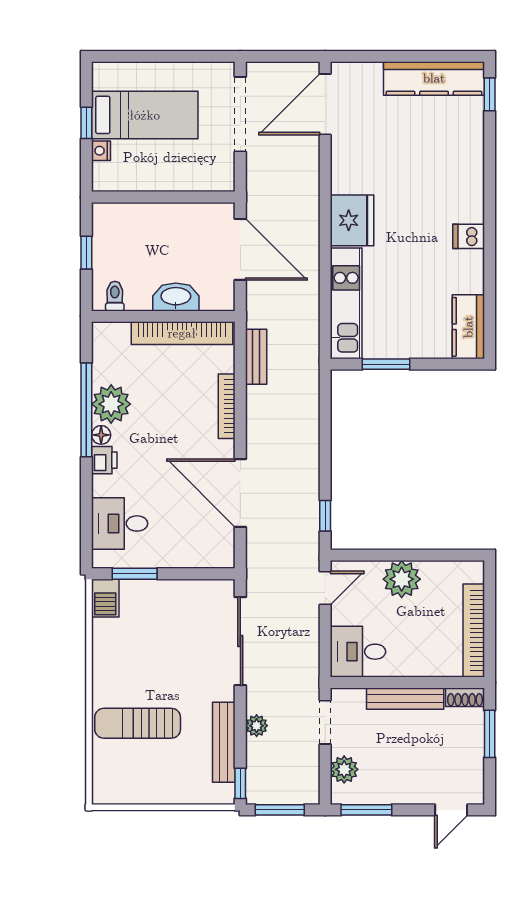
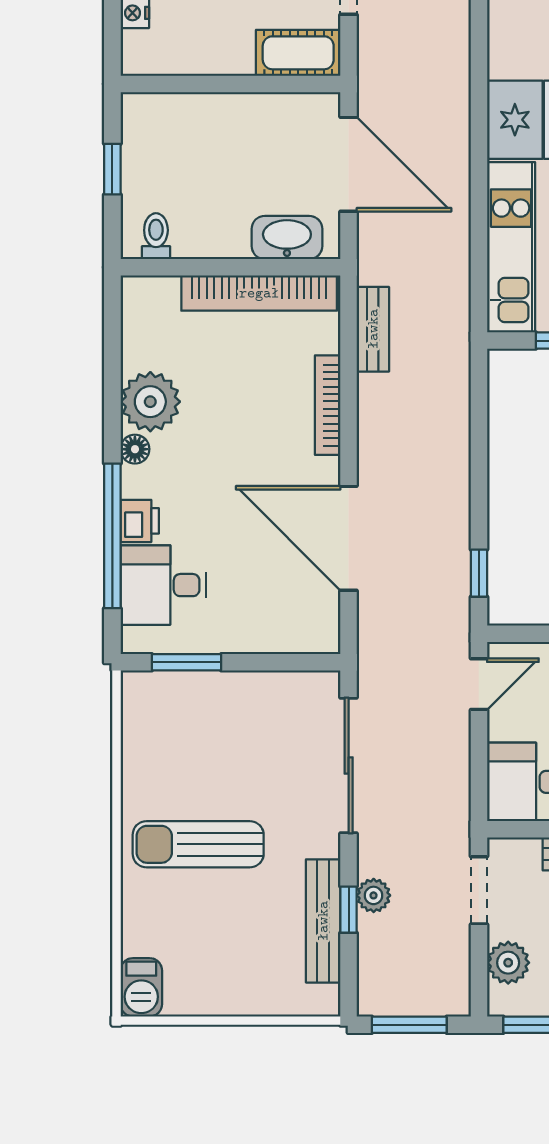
cot: (207, 177) -> (298, 53), added
washbasin: (176, 297) -> (287, 237), moved
window: (86, 410) -> (112, 536), moved
printer: (104, 460) -> (140, 521), moved
barbecue: (105, 598) -> (141, 987), moved
sun lounger: (138, 723) -> (198, 844), moved
window: (240, 783) -> (349, 910), moved

